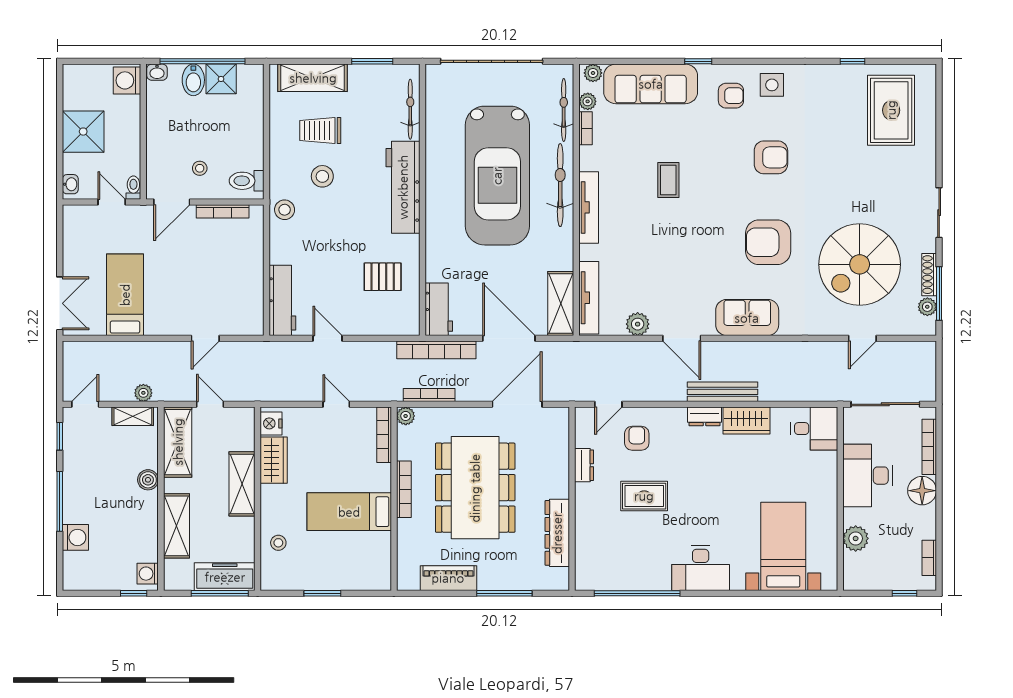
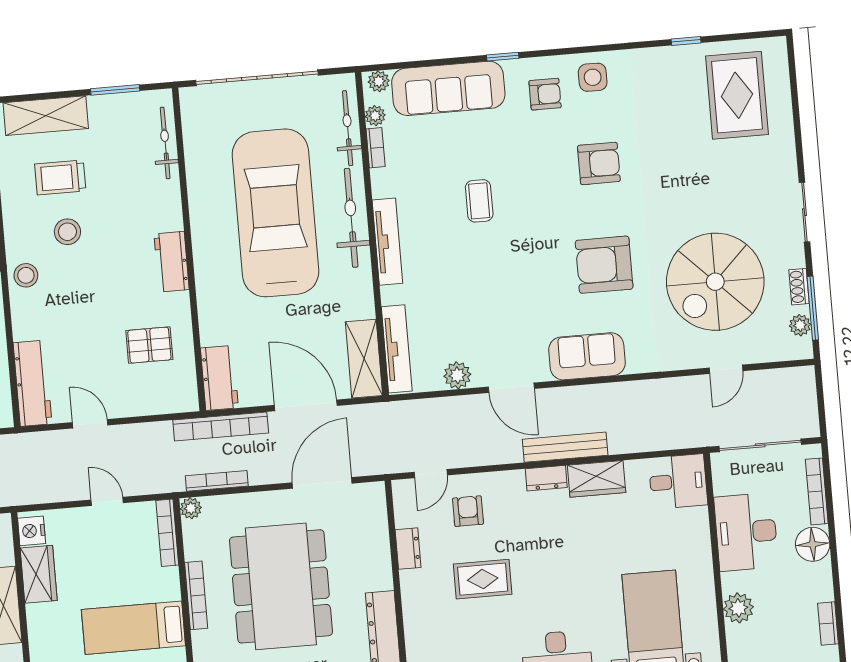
car: (497, 176) -> (276, 213), turned 180
workbench: (403, 187) -> (172, 262), width x0.53, depth x0.76
shoe rack: (929, 275) -> (799, 287), width x0.70

